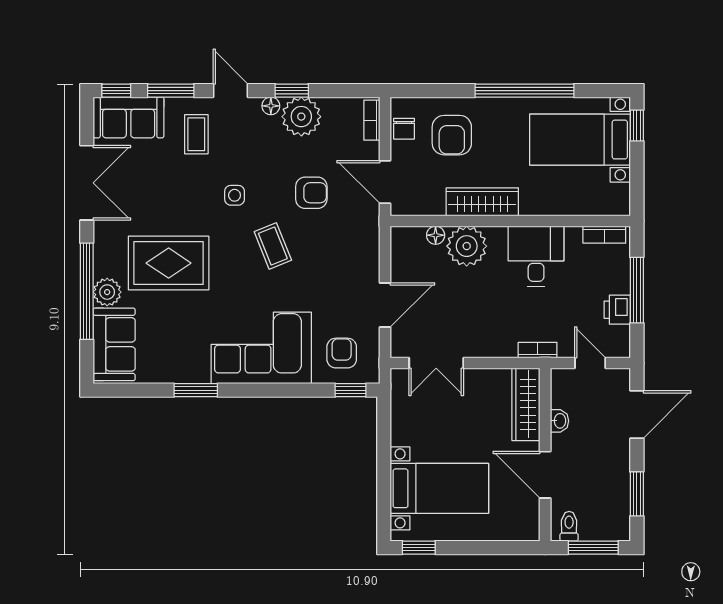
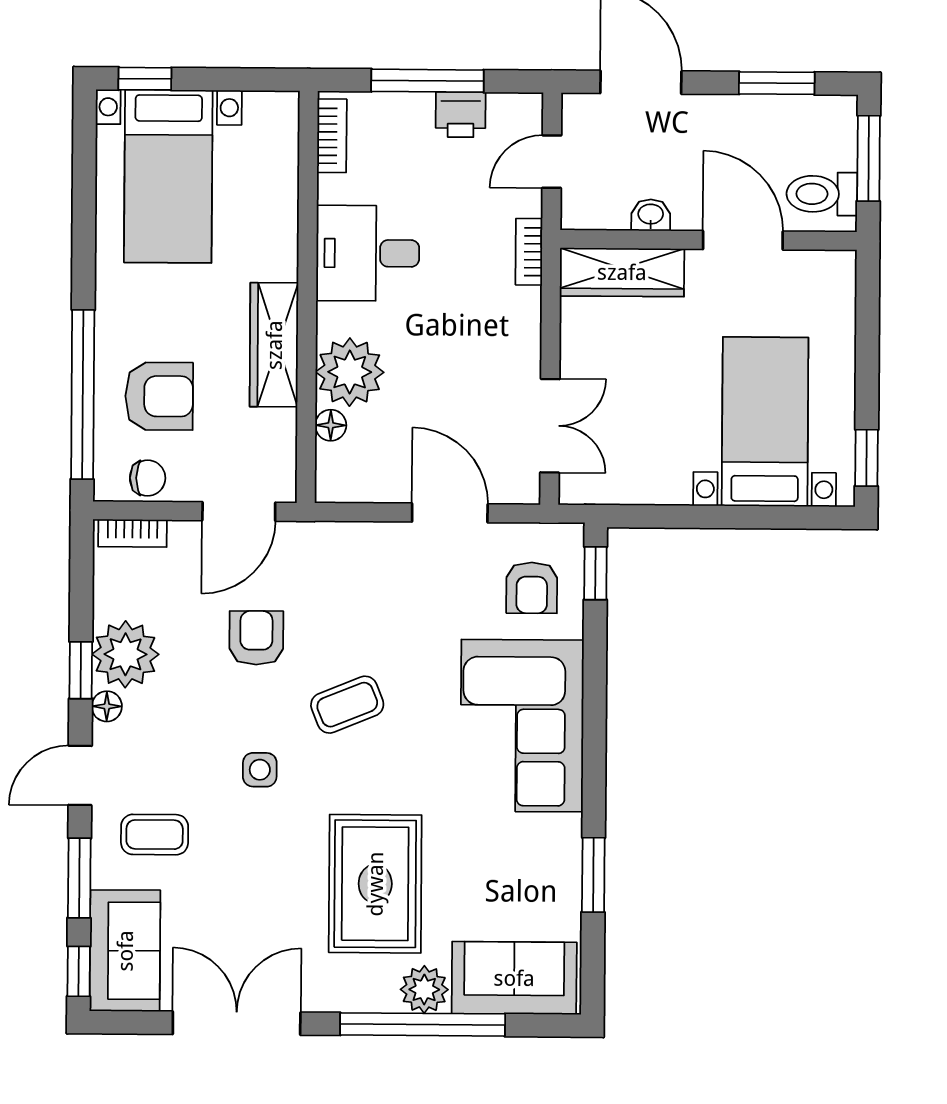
window: (525, 91) -> (83, 395), moved
armchair: (342, 353) -> (532, 588), turned -90
window: (196, 390) -> (593, 875), moved
door: (545, 475) -> (743, 240), swing flipped
toilet: (569, 526) -> (822, 194), width x1.37, depth x1.39

